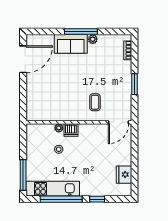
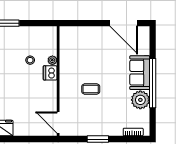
window: (81, 32) -> (153, 83), width x1.46
plant: (93, 39) -> (140, 100), width x1.88, depth x1.88
coffee table: (95, 102) -> (91, 89), moved

